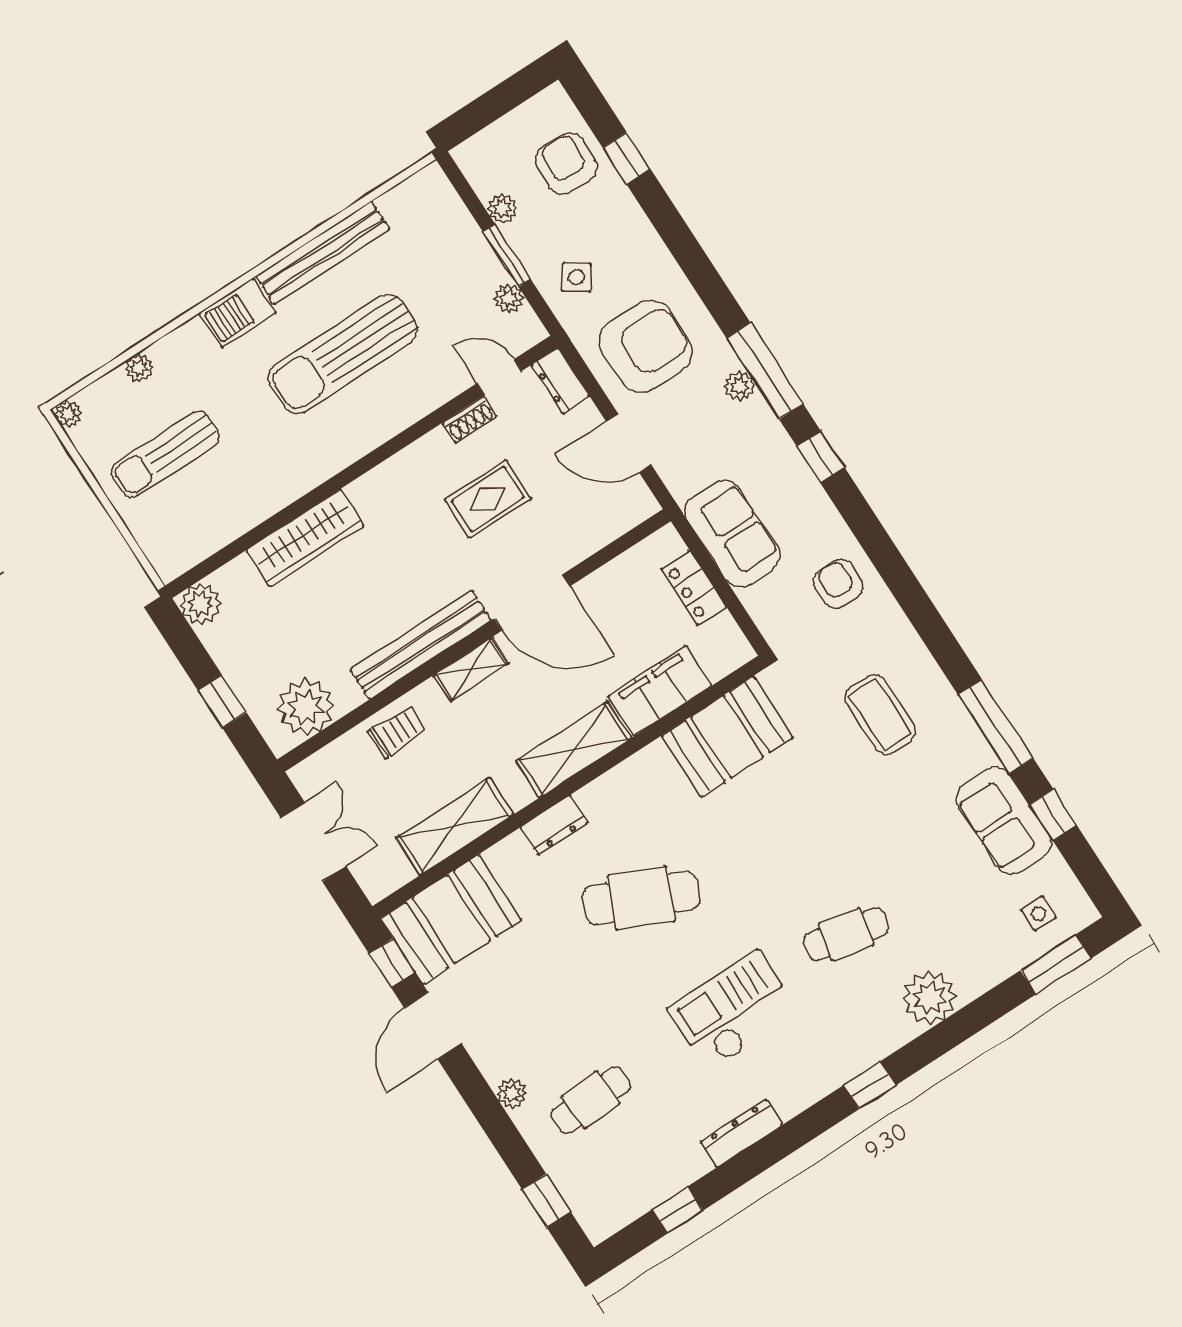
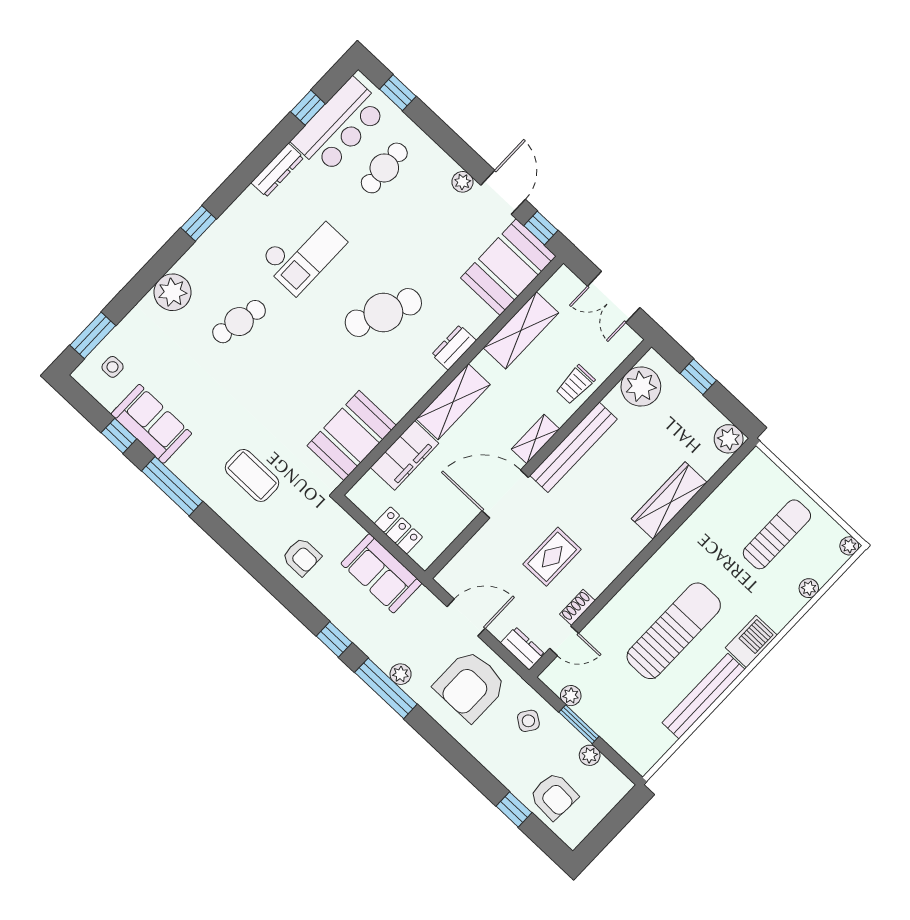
plant: (512, 1094) -> (462, 182), moved
bar counter: (639, 1174) -> (340, 126), added

